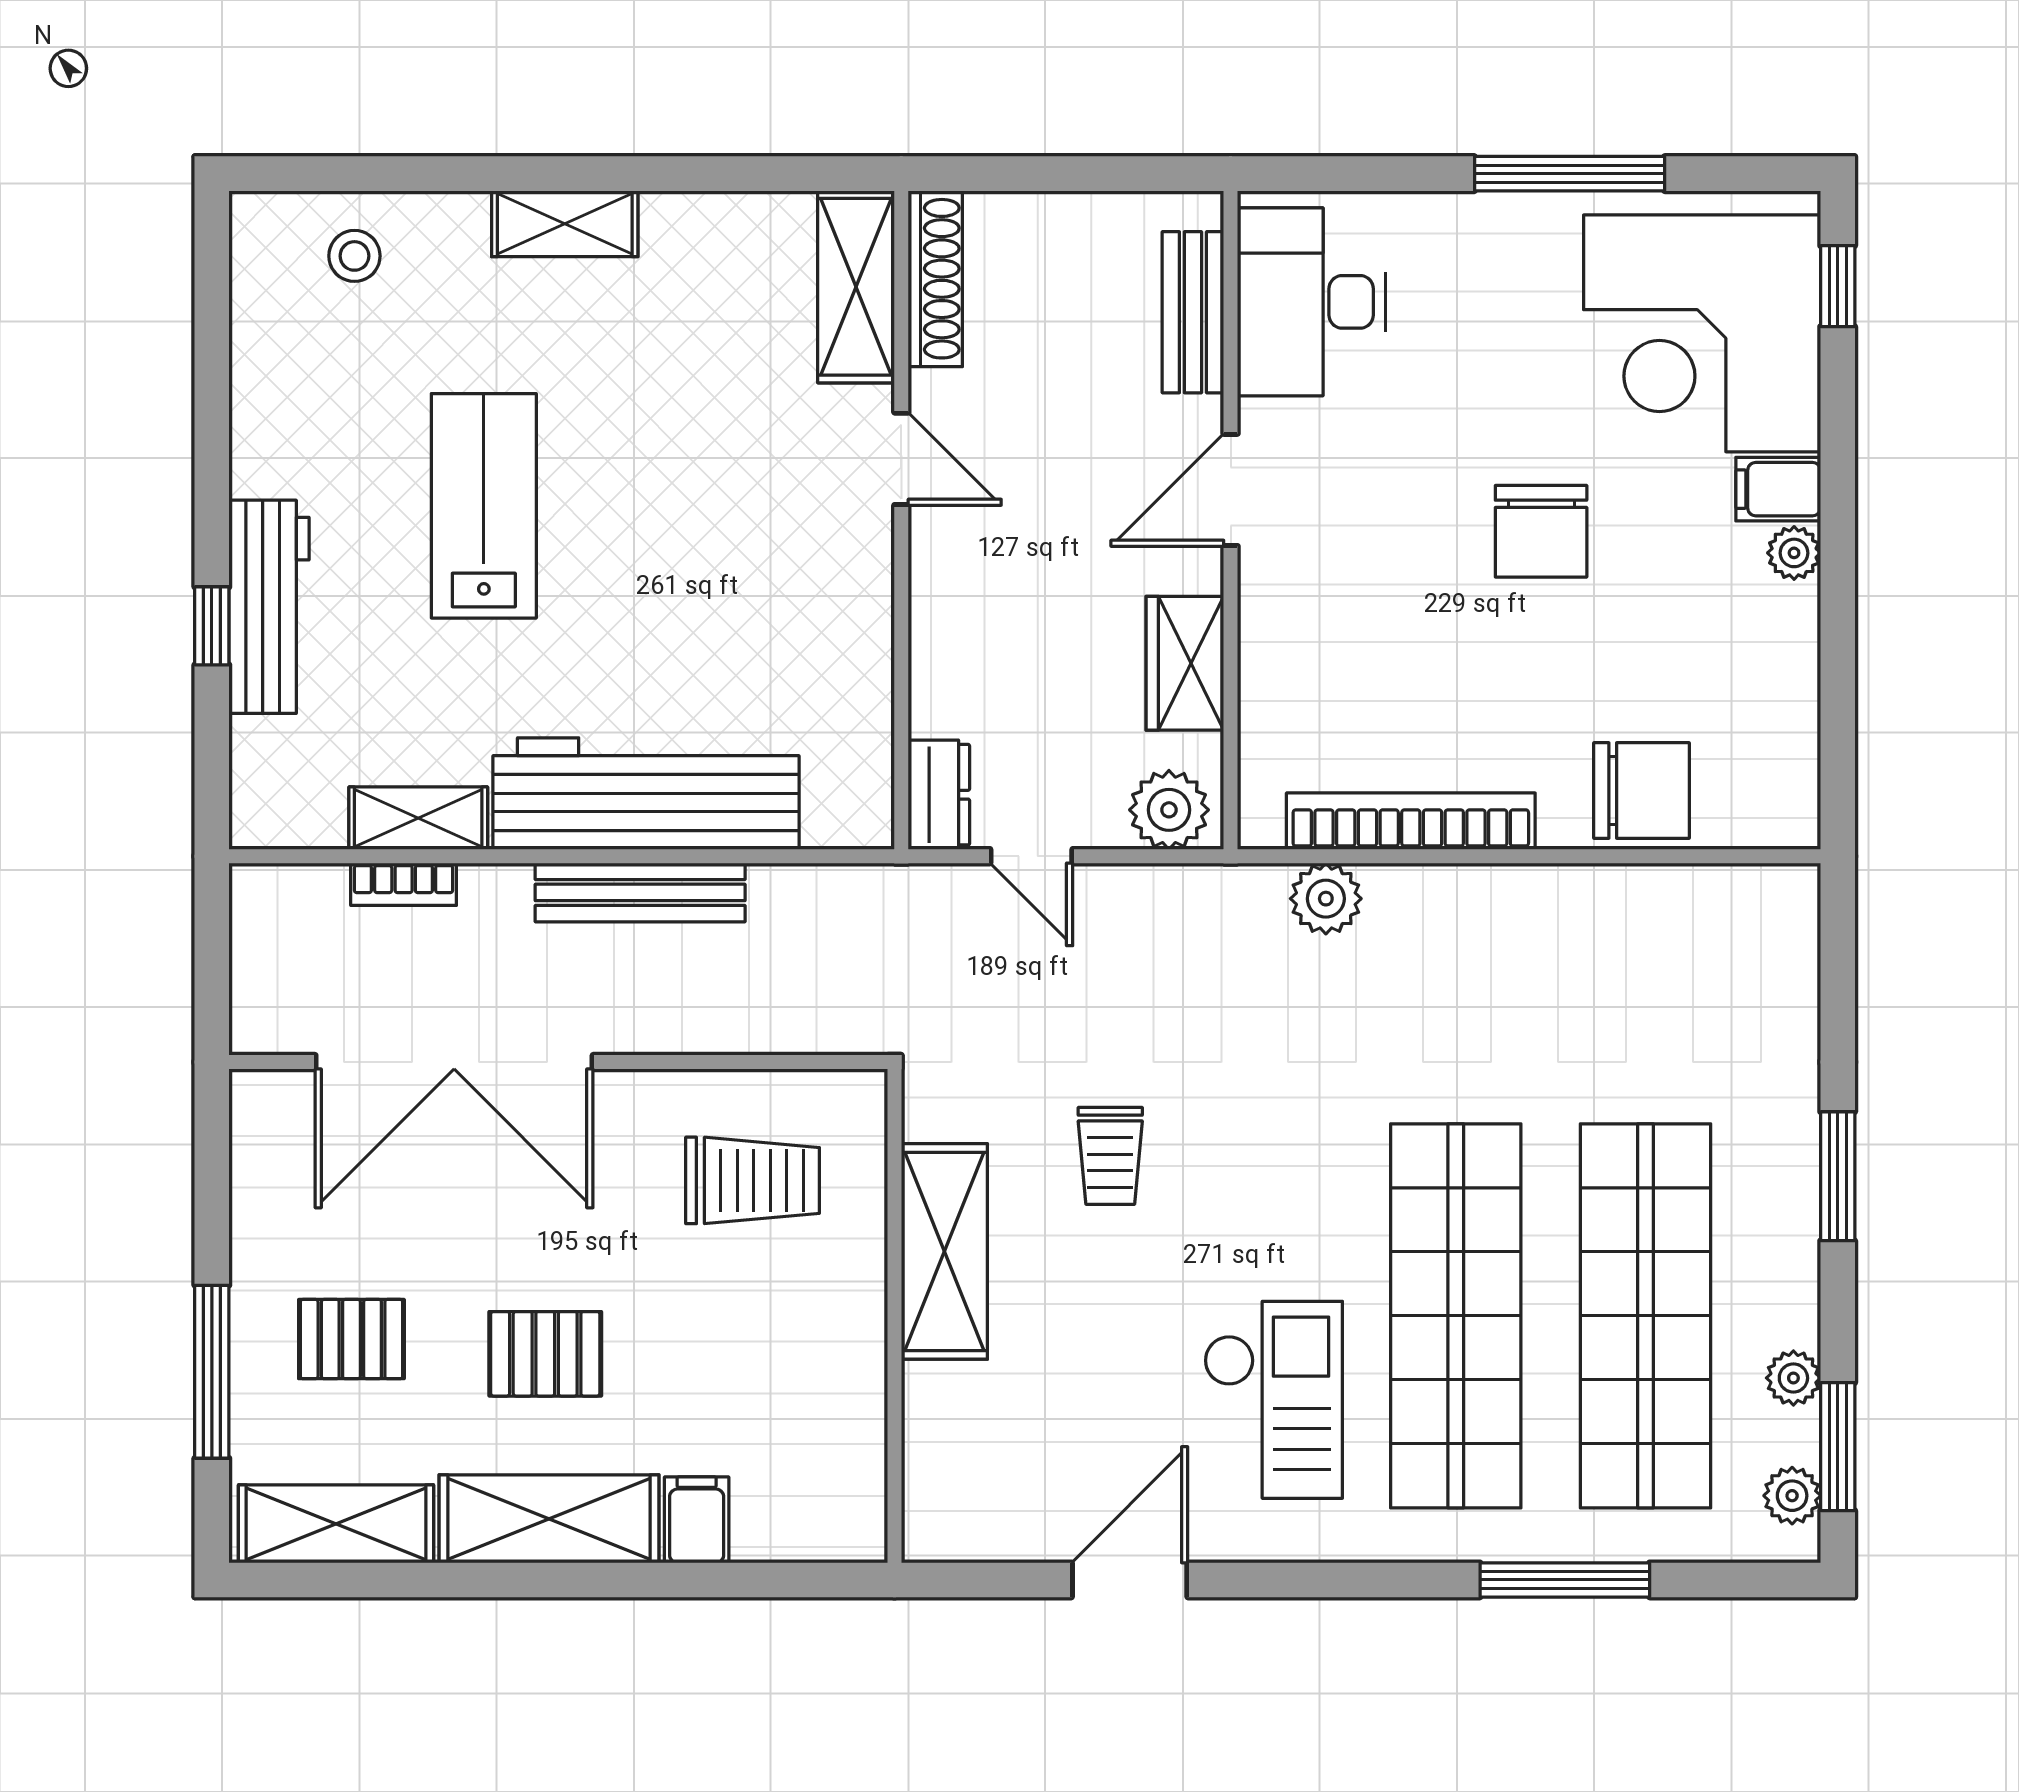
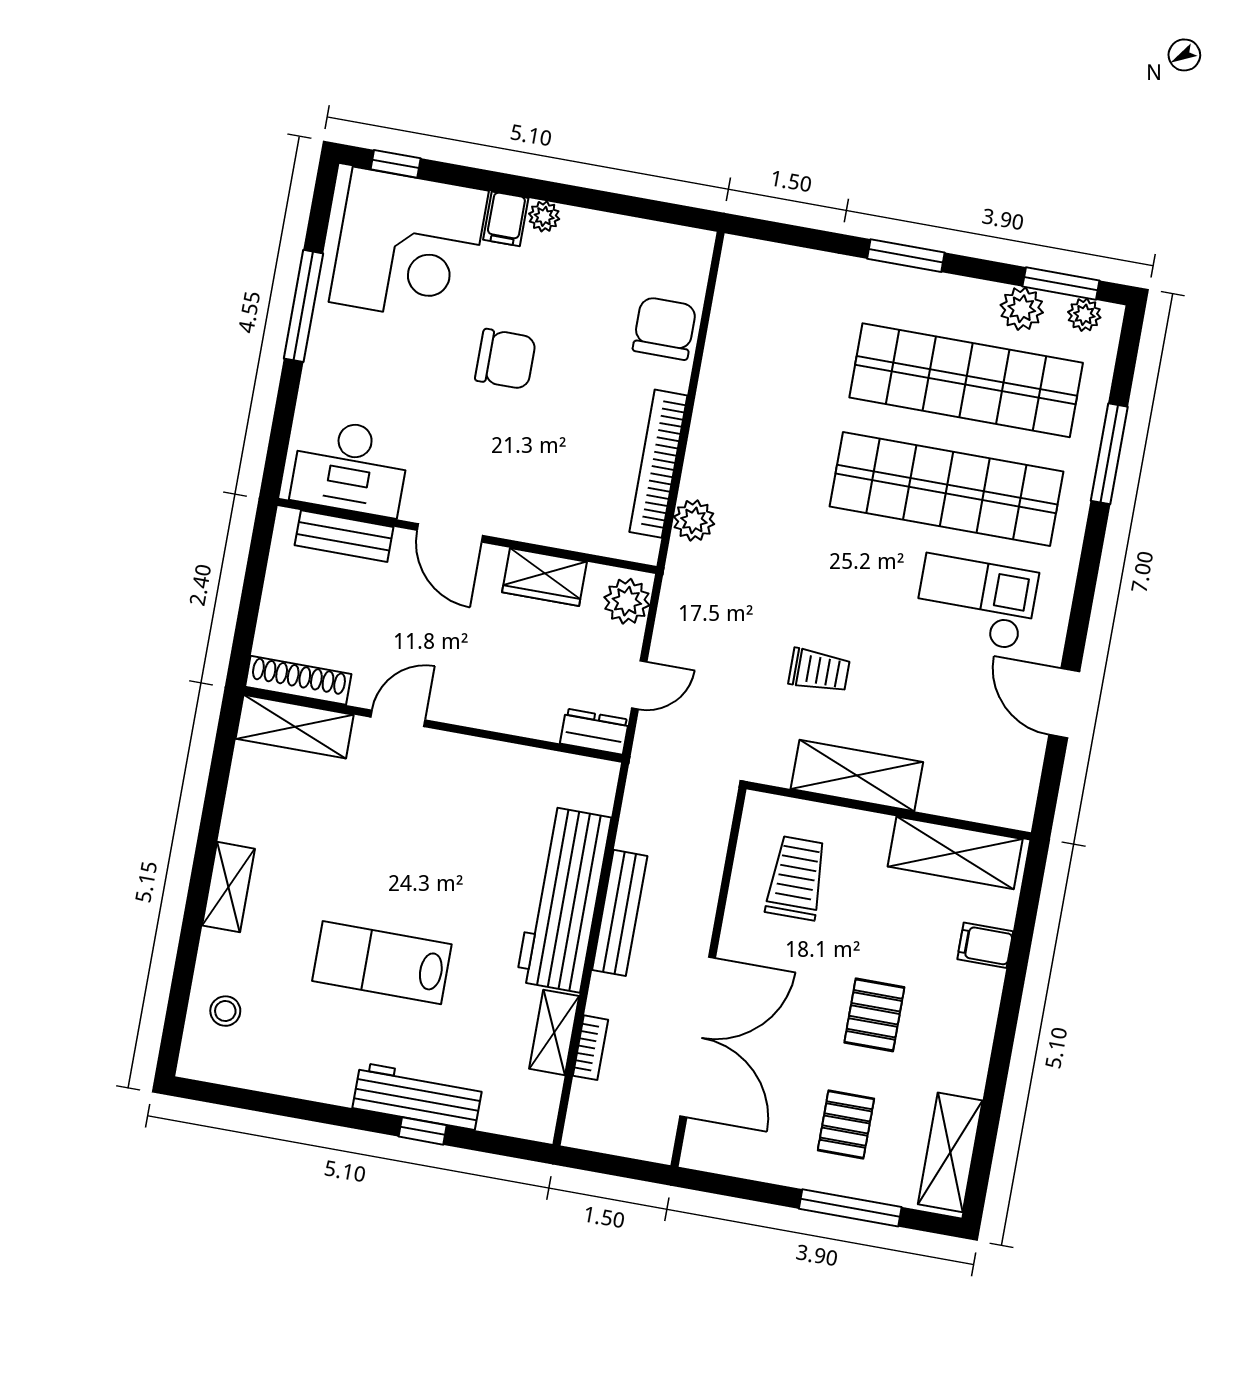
plant: (1793, 1378) -> (1022, 309), width x1.38, depth x1.38
shelving: (549, 1519) -> (955, 853), moved, turned 90

